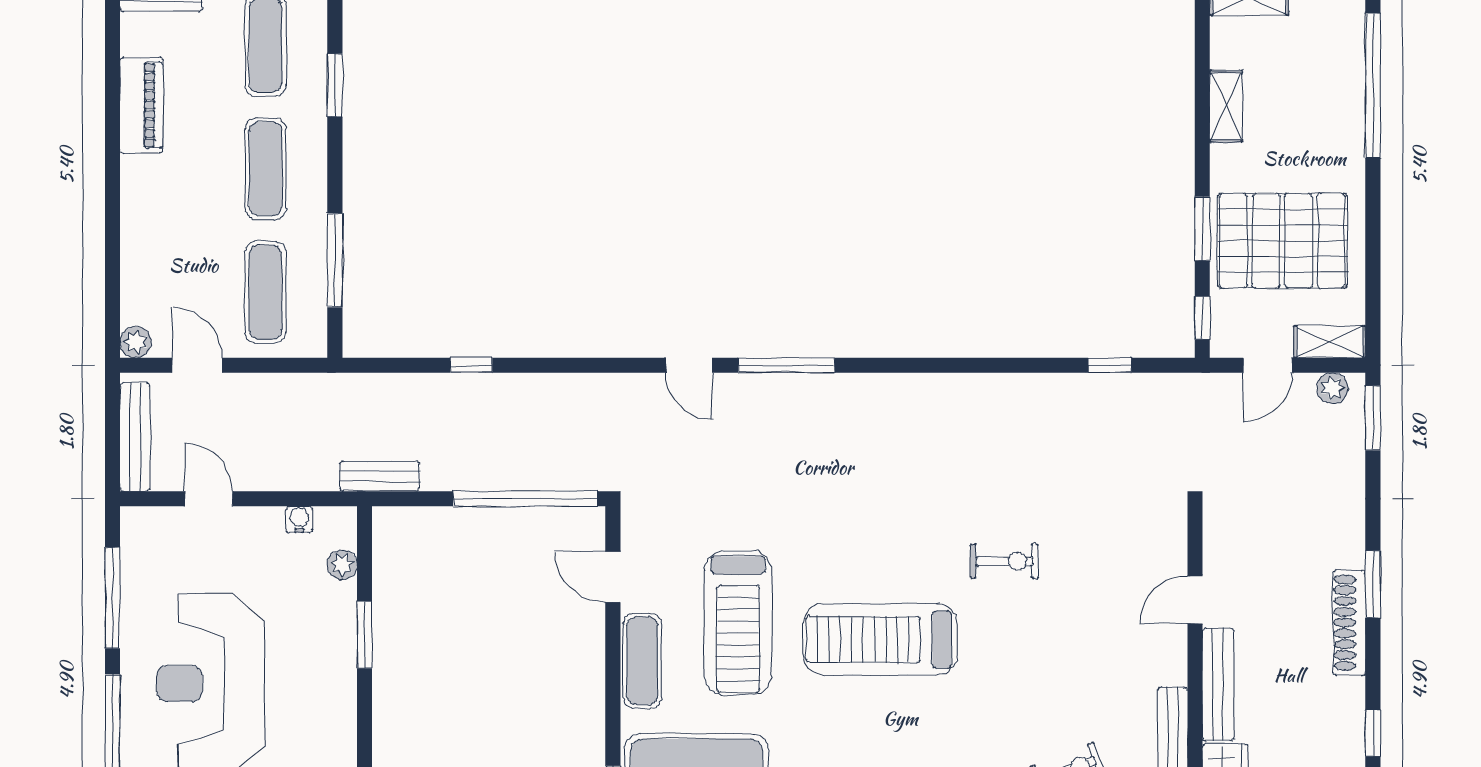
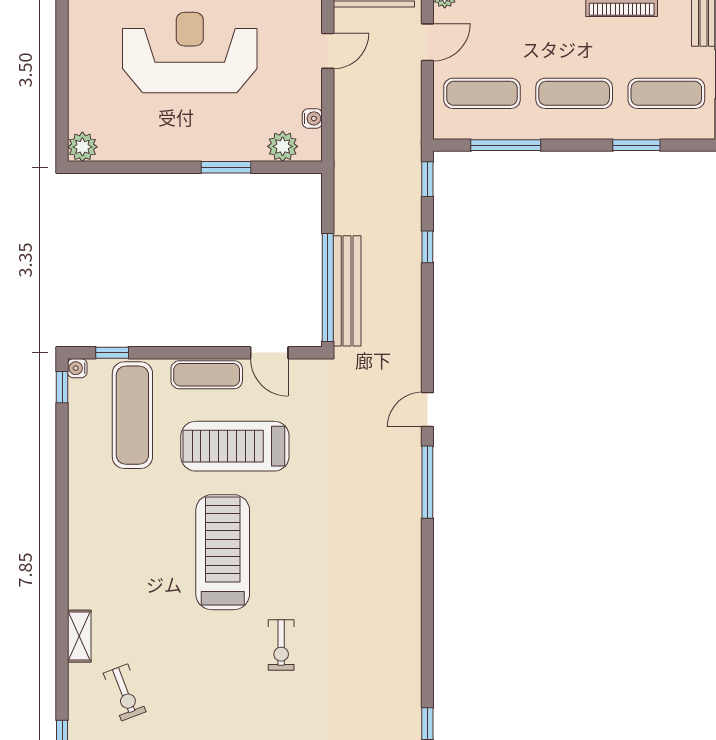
window: (380, 365) -> (427, 179), added
bench: (380, 476) -> (347, 291), moved, width x1.86, depth x1.21
plant: (342, 565) -> (283, 146), width x1.38, depth x1.38
door: (613, 577) -> (269, 353), swing flipped

